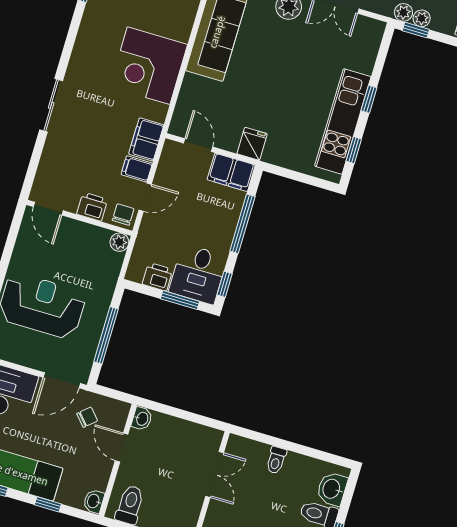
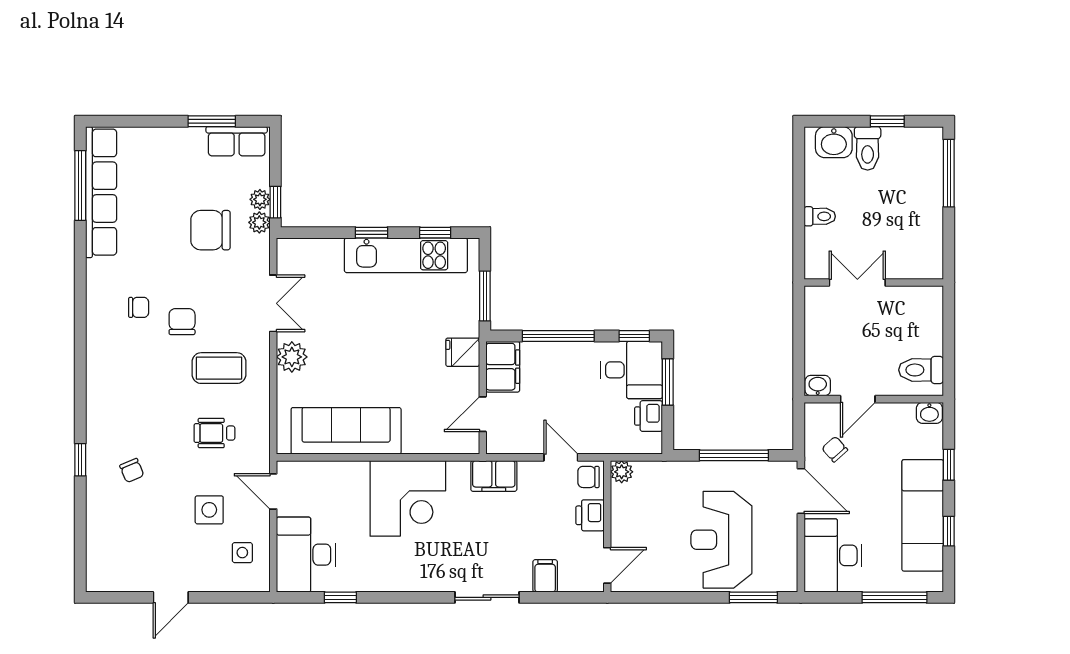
filing cabinet: (137, 169) -> (545, 576), moved, turned 180
window: (292, 175) -> (485, 296), added

